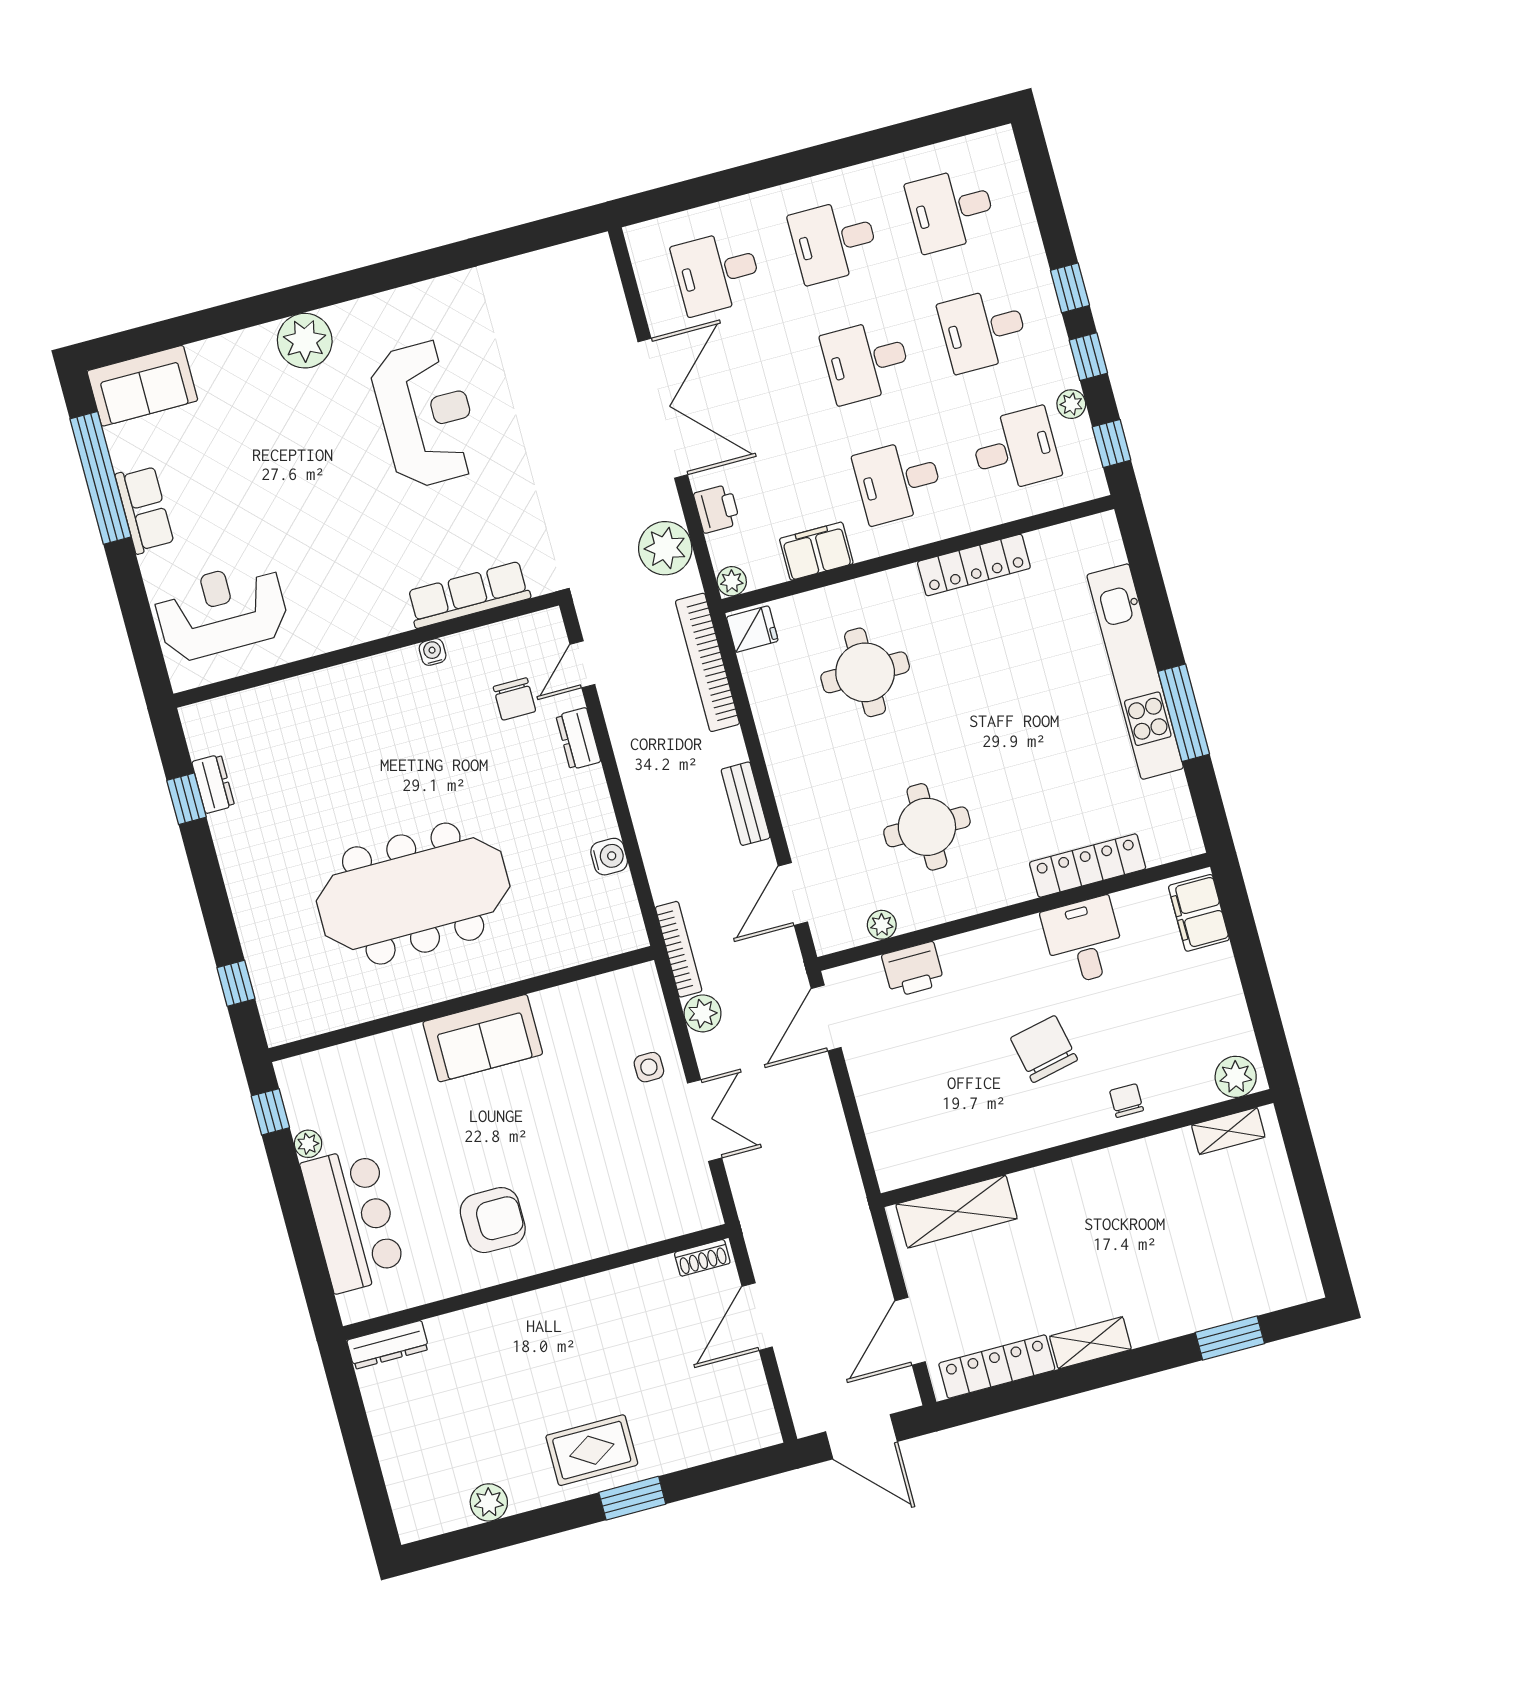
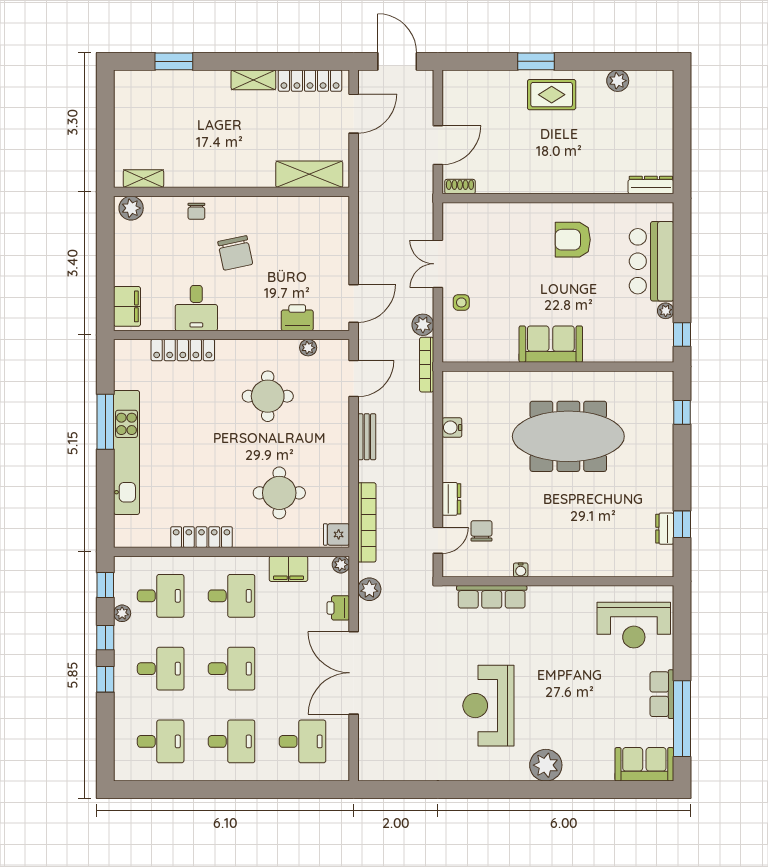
desk: (1015, 450) -> (161, 596), turned 180
plant: (665, 548) -> (369, 589), width x0.73, depth x0.73

